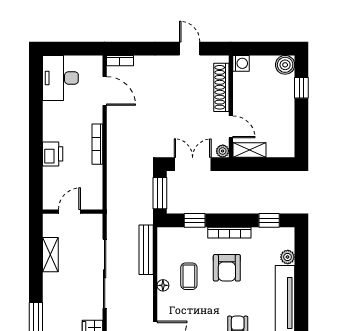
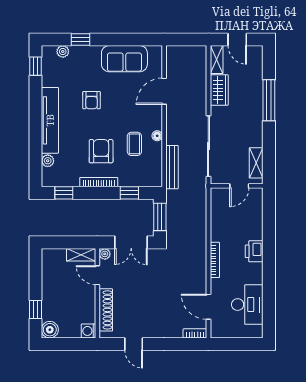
desk: (60, 78) -> (247, 305), moved
door: (69, 212) -> (239, 186), moved
wall: (73, 212) -> (237, 186), moved

